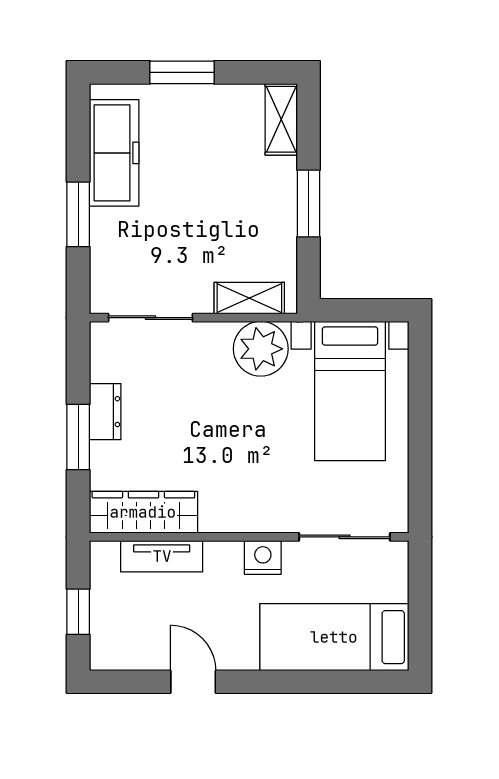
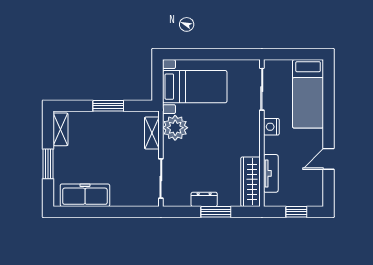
shelving: (281, 119) -> (60, 129), moved, turned 90
window: (78, 214) -> (113, 212), removed

